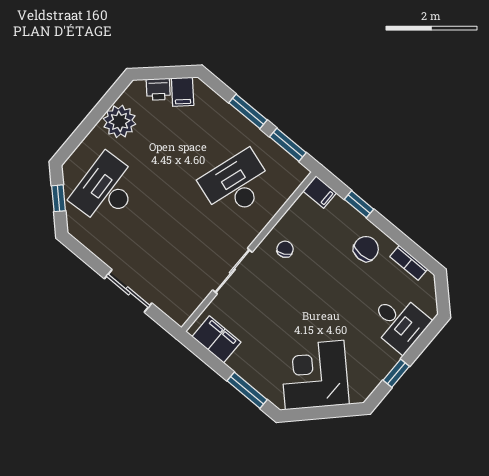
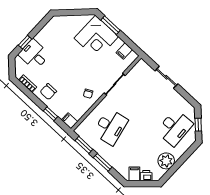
desk: (236, 184) -> (110, 127), turned -30
filing cabinet: (216, 339) -> (124, 51), width x0.50
window: (396, 373) -> (25, 42), moved
corner desk: (315, 375) -> (96, 37), moved, turned 45

